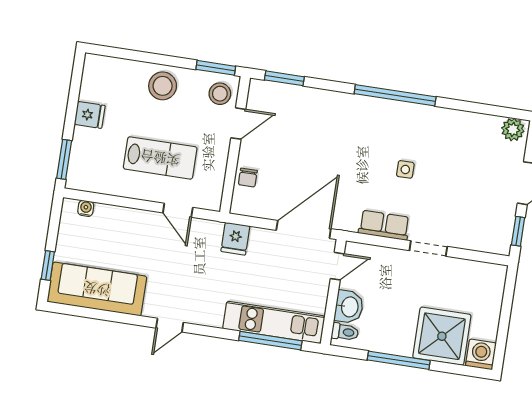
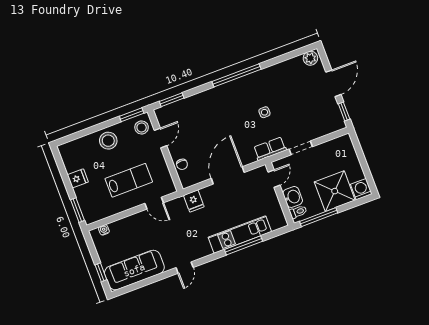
door: (337, 266) -> (274, 179), moved
wall: (333, 292) -> (280, 194), moved
washbasin: (349, 307) -> (293, 197), moved
toilet: (345, 332) -> (298, 212), moved

